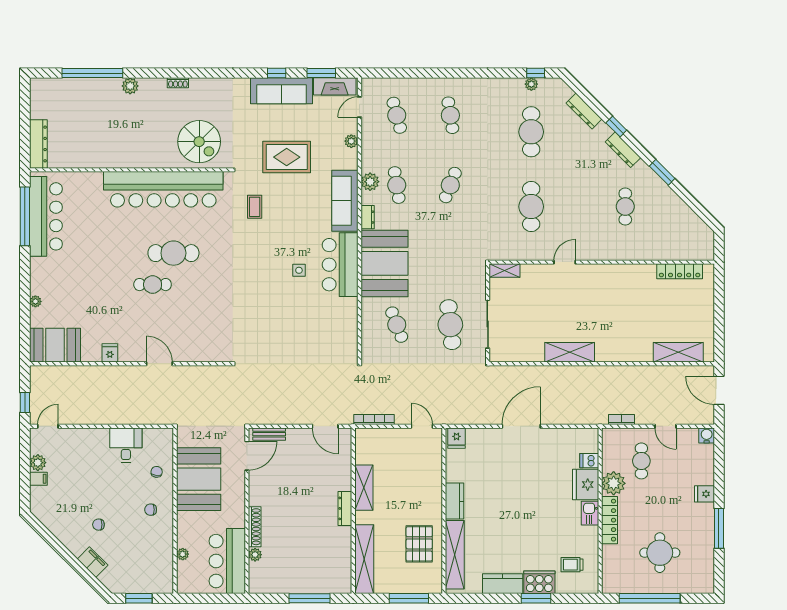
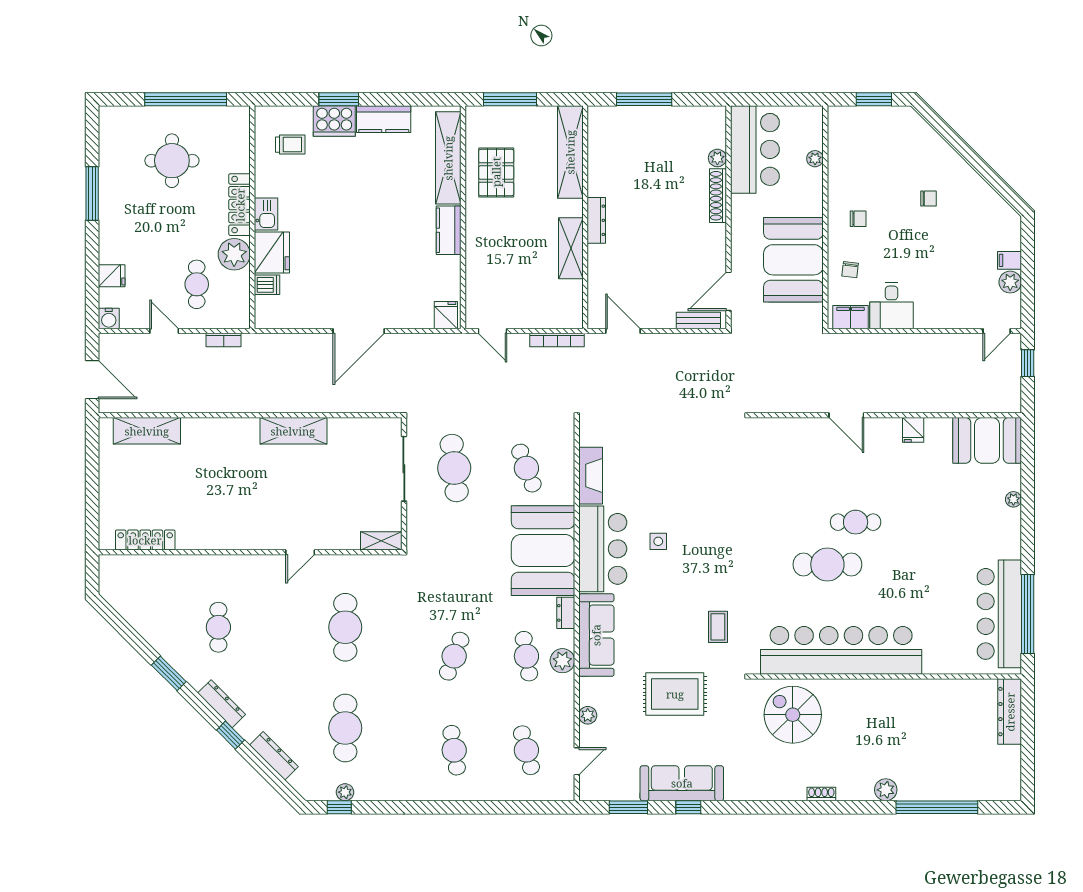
fireplace: (335, 86) -> (591, 476), moved, turned 90
fridge: (704, 494) -> (112, 276), moved
filing cabinet: (93, 562) -> (851, 317), moved, turned 135

